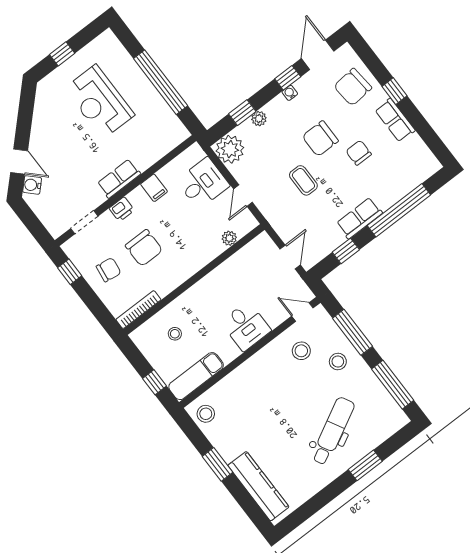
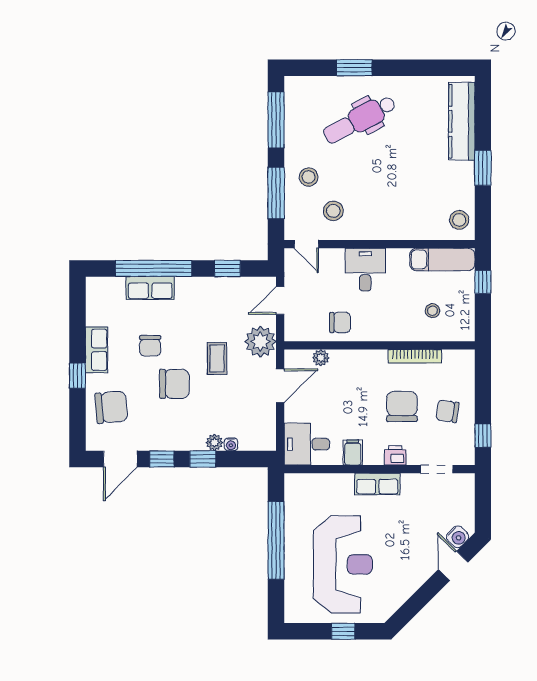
water cooler: (290, 93) -> (231, 444), moved
reception desk: (99, 102) -> (343, 564), width x1.36, depth x1.30
window: (242, 113) -> (203, 459), moved
plant: (230, 149) -> (260, 342), moved
desk: (203, 183) -> (307, 444), moved
door: (243, 196) -> (280, 386), width x1.37
row of seats: (359, 218) -> (150, 288), moved
chair: (235, 274) -> (340, 322), added
bookcase: (138, 310) -> (415, 356), moved

